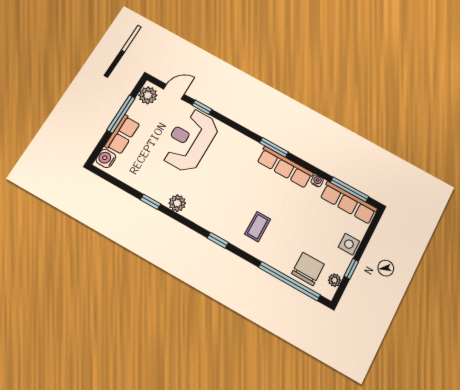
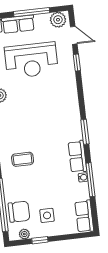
reception desk: (190, 140) -> (31, 60), moved, turned 180
row of seats: (285, 167) -> (77, 157), width x0.68
window: (349, 189) -> (90, 180), moved
row of seats: (348, 203) -> (84, 216), width x0.68
side table: (349, 244) -> (47, 215), moved

